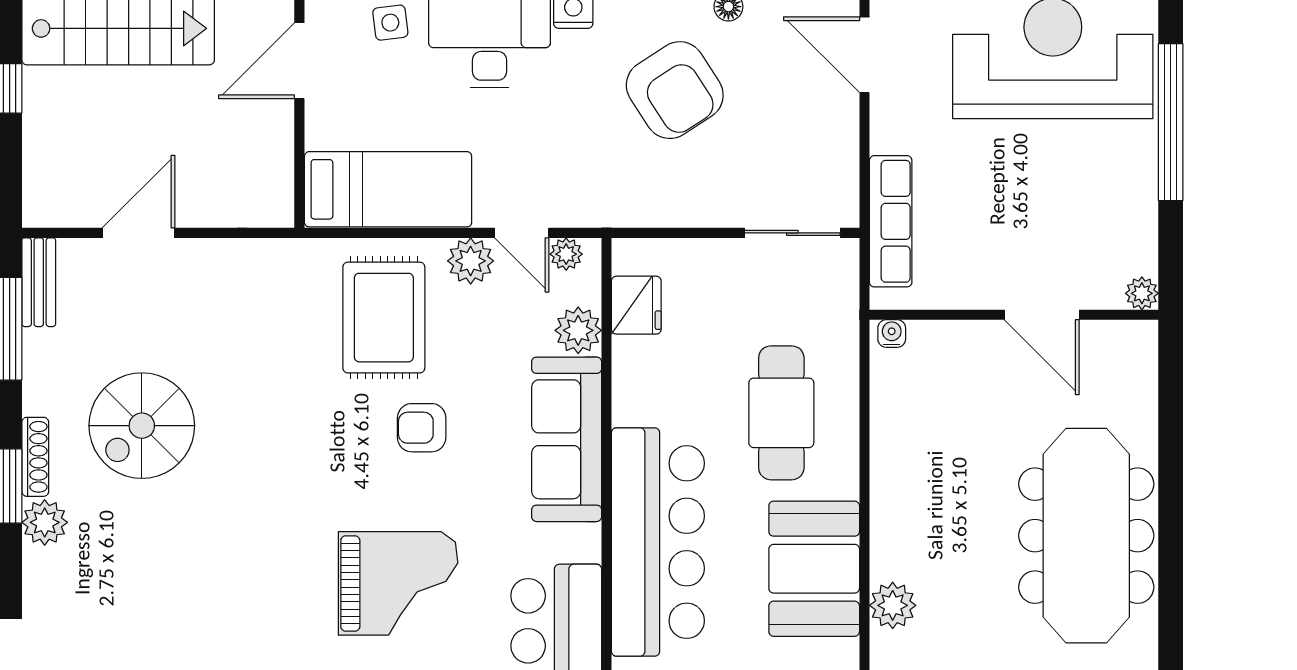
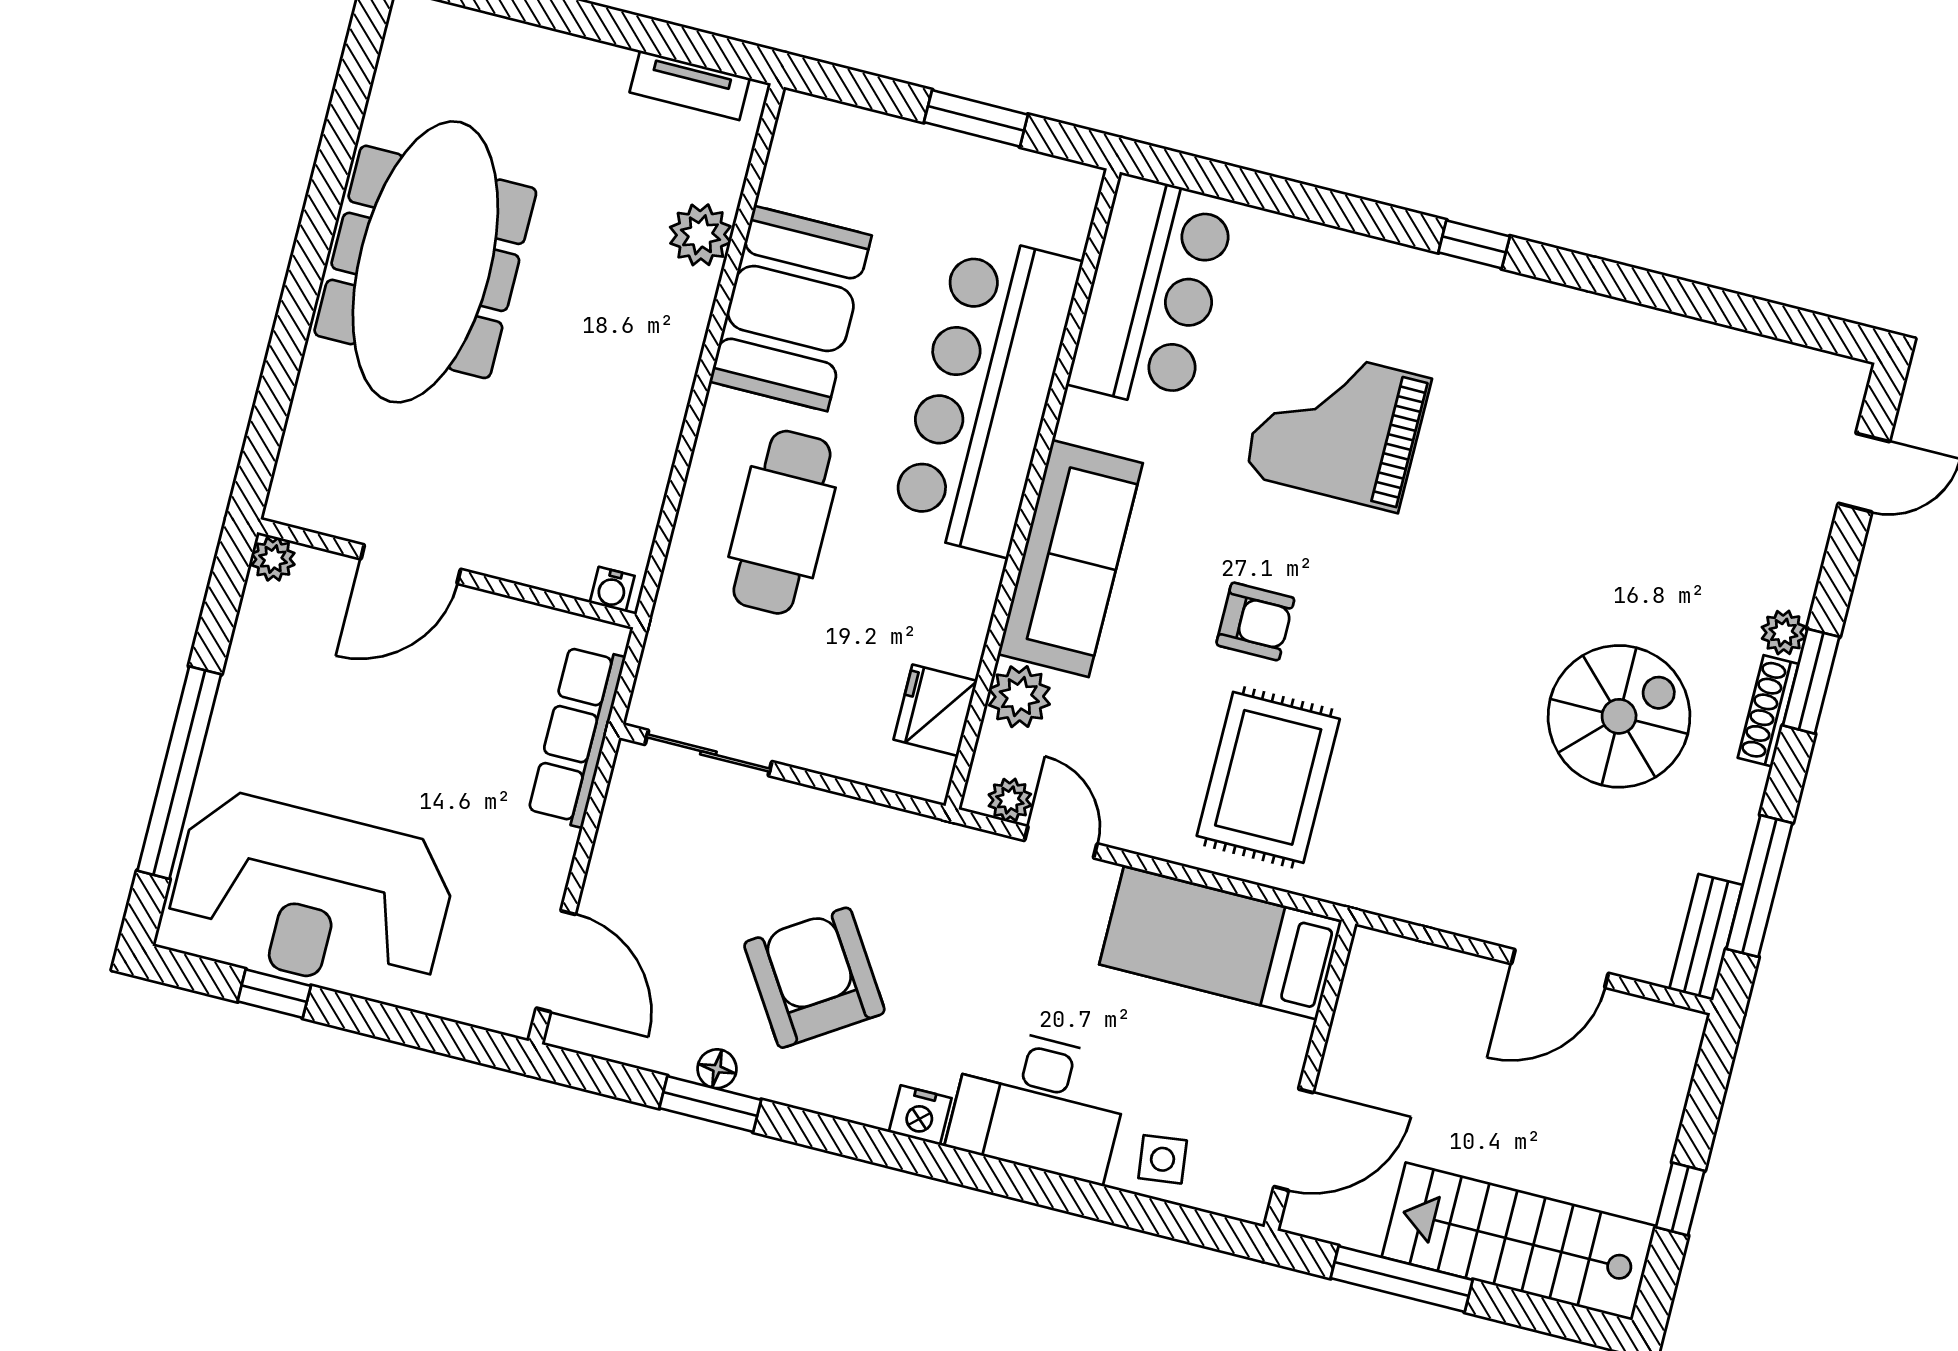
plant: (471, 261) -> (1137, 822), removed
door: (1042, 315) -> (411, 564), swing flipped
plant: (45, 522) -> (1783, 632), width x0.73, depth x0.73

